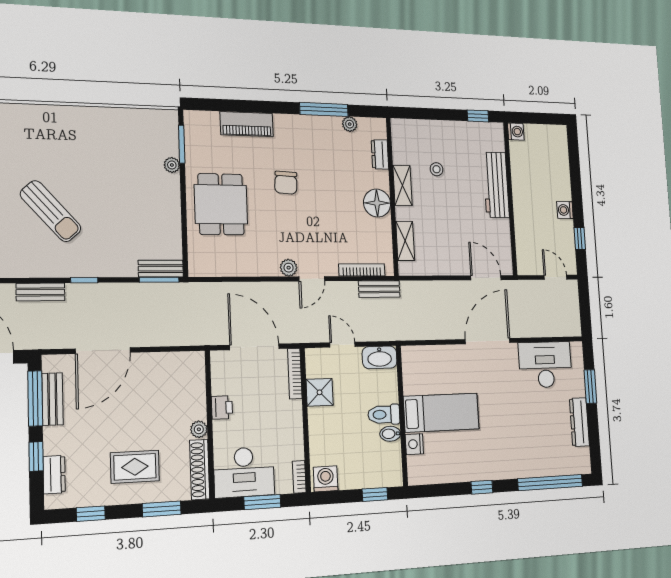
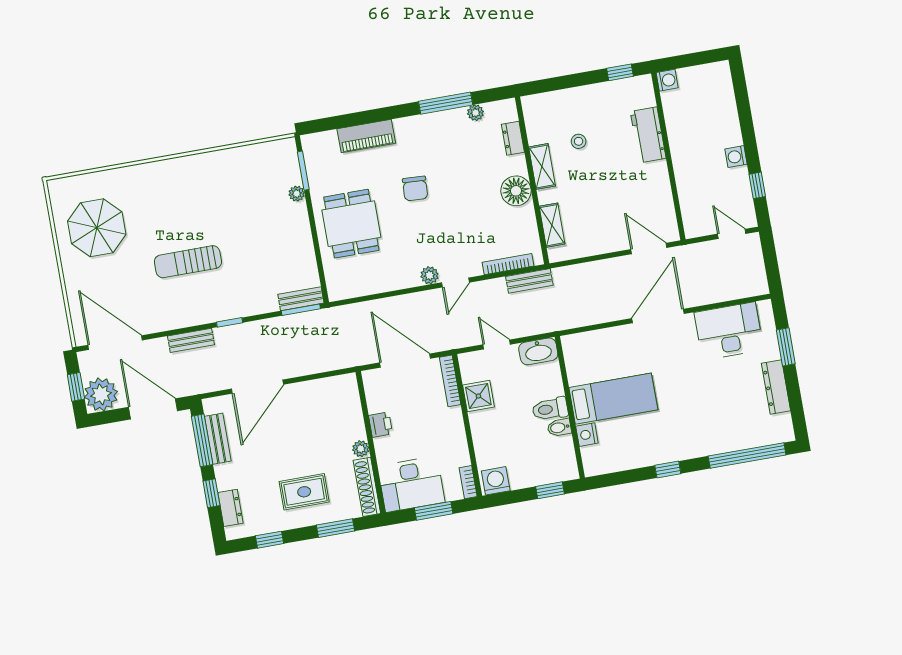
workbench: (496, 185) -> (648, 135), width x0.73
sun lounger: (51, 211) -> (188, 262), turned 132

